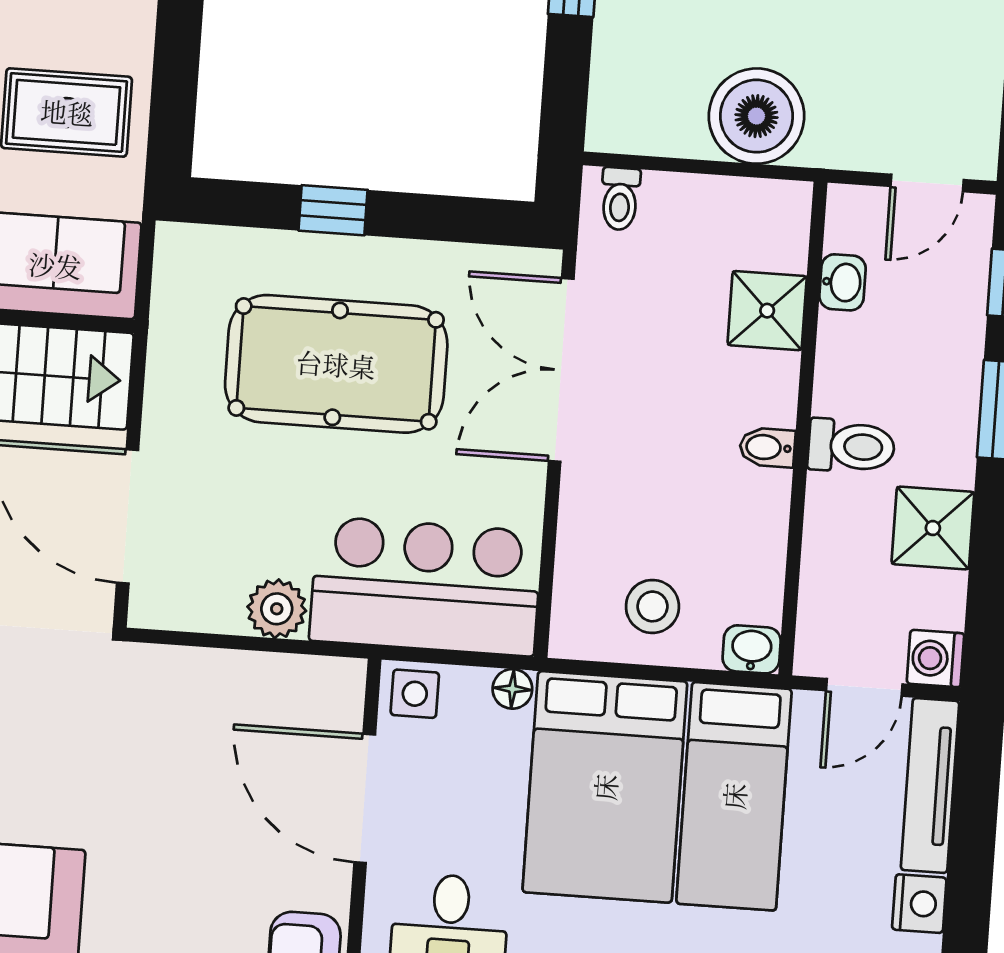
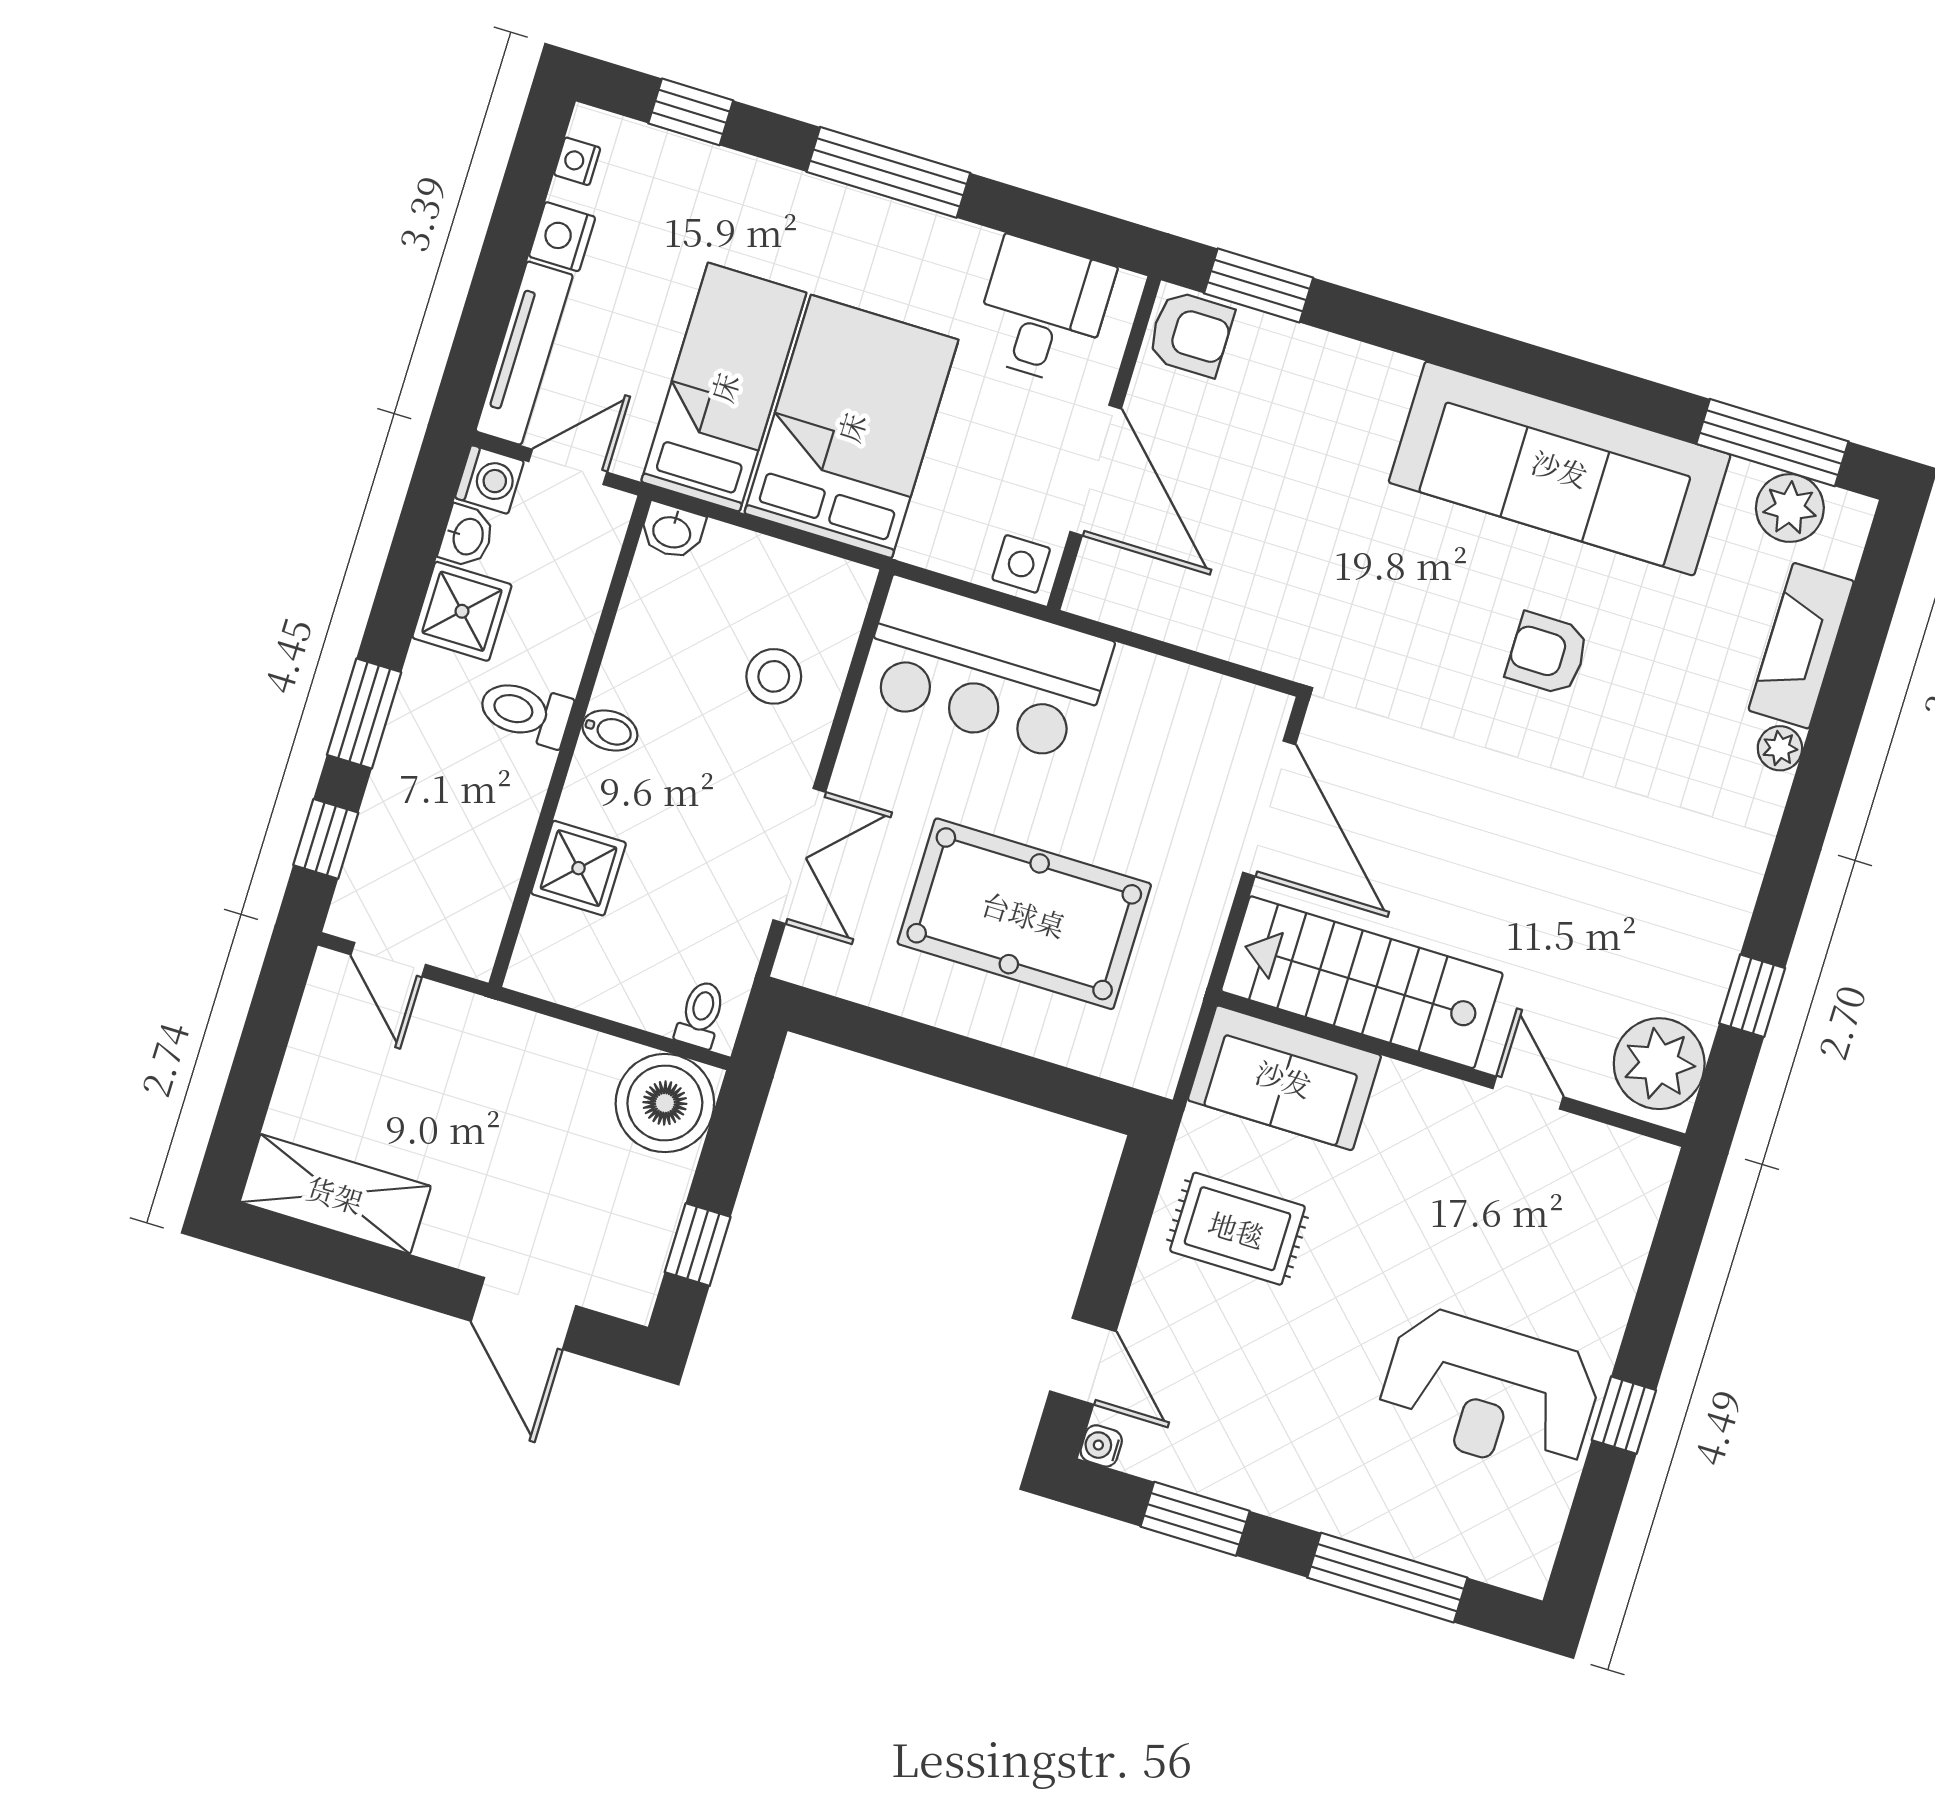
boiler: (756, 116) -> (665, 1103), moved
door: (927, 183) -> (388, 960), swing flipped
window: (333, 210) -> (992, 1069), removed
washbasin: (842, 282) -> (467, 536), moved, turned 180
double door: (561, 370) -> (799, 856), width x0.73
stool: (652, 606) -> (774, 676), moved
plant: (277, 609) -> (1140, 681), removed
floor lamp: (512, 689) -> (922, 546), removed

